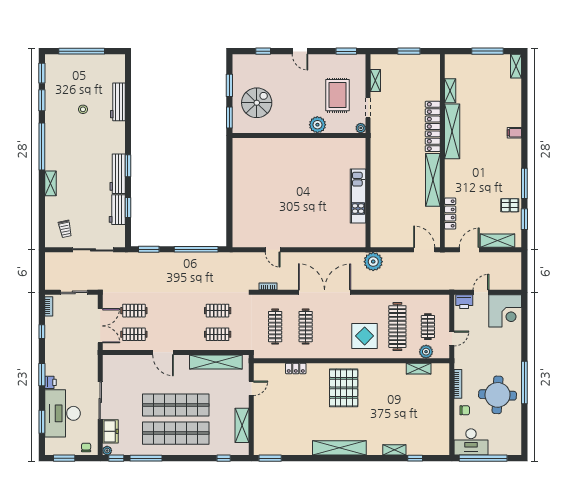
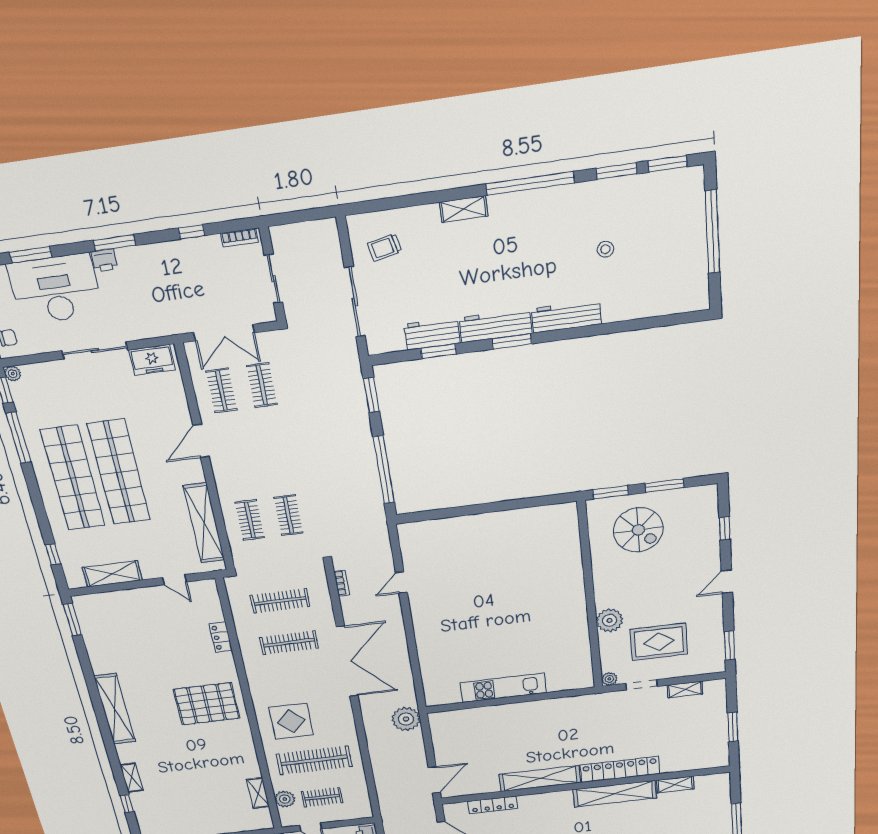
workbench: (118, 102) -> (566, 316), moved
freezer: (110, 431) -> (152, 360), moved

